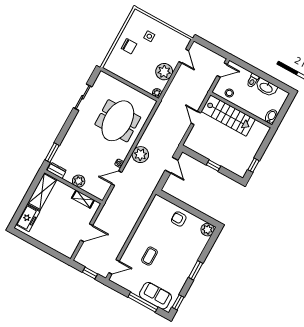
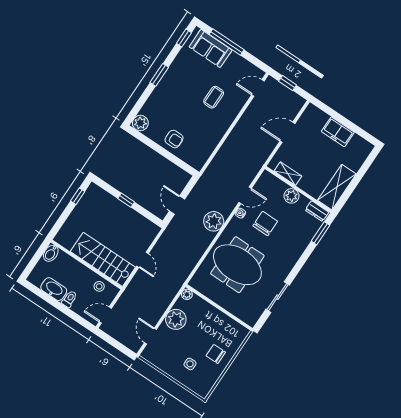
meeting table: (118, 121) -> (237, 265), turned 90
chair: (98, 157) -> (265, 224), added
freezer: (28, 218) -> (338, 132), moved, turned -90

